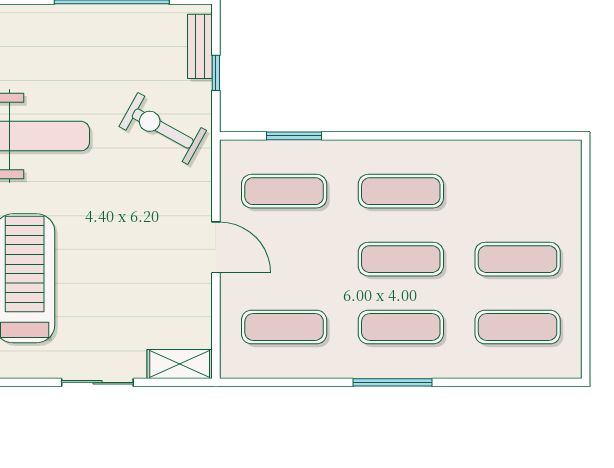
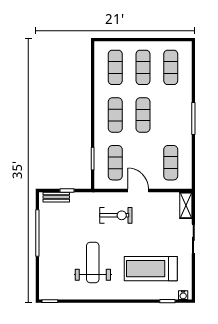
exercise bike: (163, 129) -> (116, 215), moved, turned -119
door: (216, 247) -> (138, 191), hinge flipped
exercise mat: (401, 327) -> (115, 67), moved

